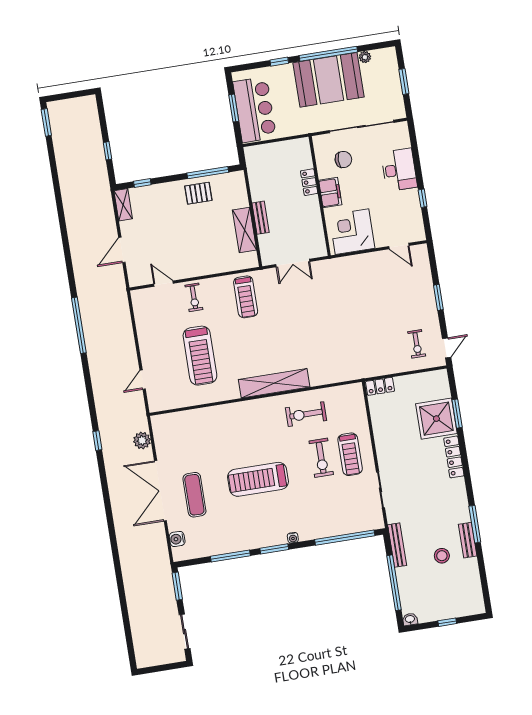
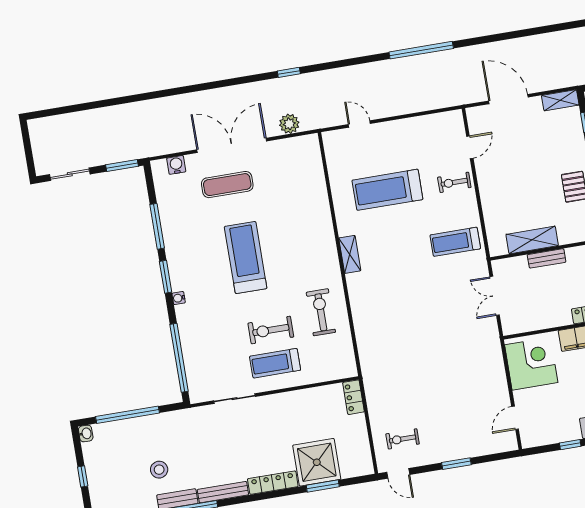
door: (122, 250) -> (508, 99), width x1.36
shelving: (274, 383) -> (350, 254), width x0.45, depth x0.75
bench: (397, 545) -> (223, 492), moved

